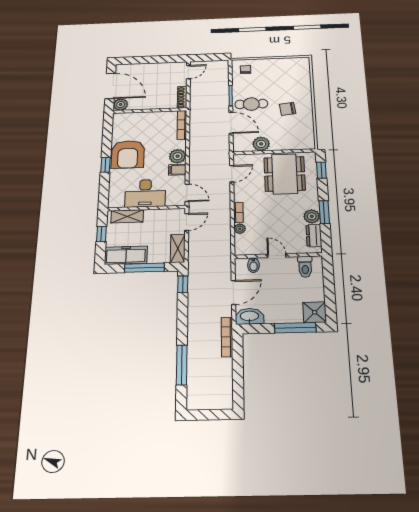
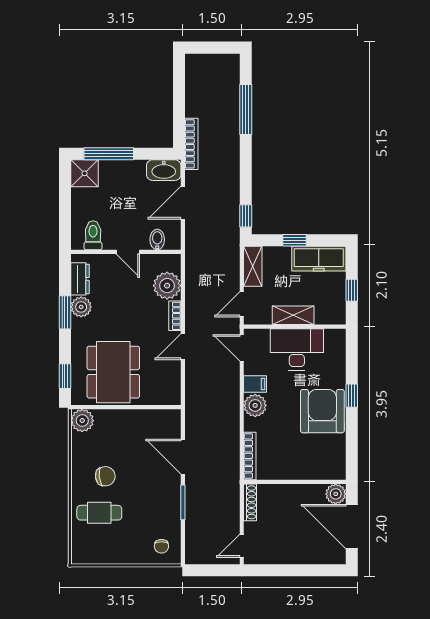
cafe table: (251, 104) -> (99, 513), moved
plant: (261, 144) -> (82, 421), moved
door: (232, 174) -> (183, 347), moved
shelving: (127, 216) -> (293, 315), moved
plant: (240, 229) -> (167, 286), width x1.88, depth x1.88
window: (144, 268) -> (295, 240), width x0.46

